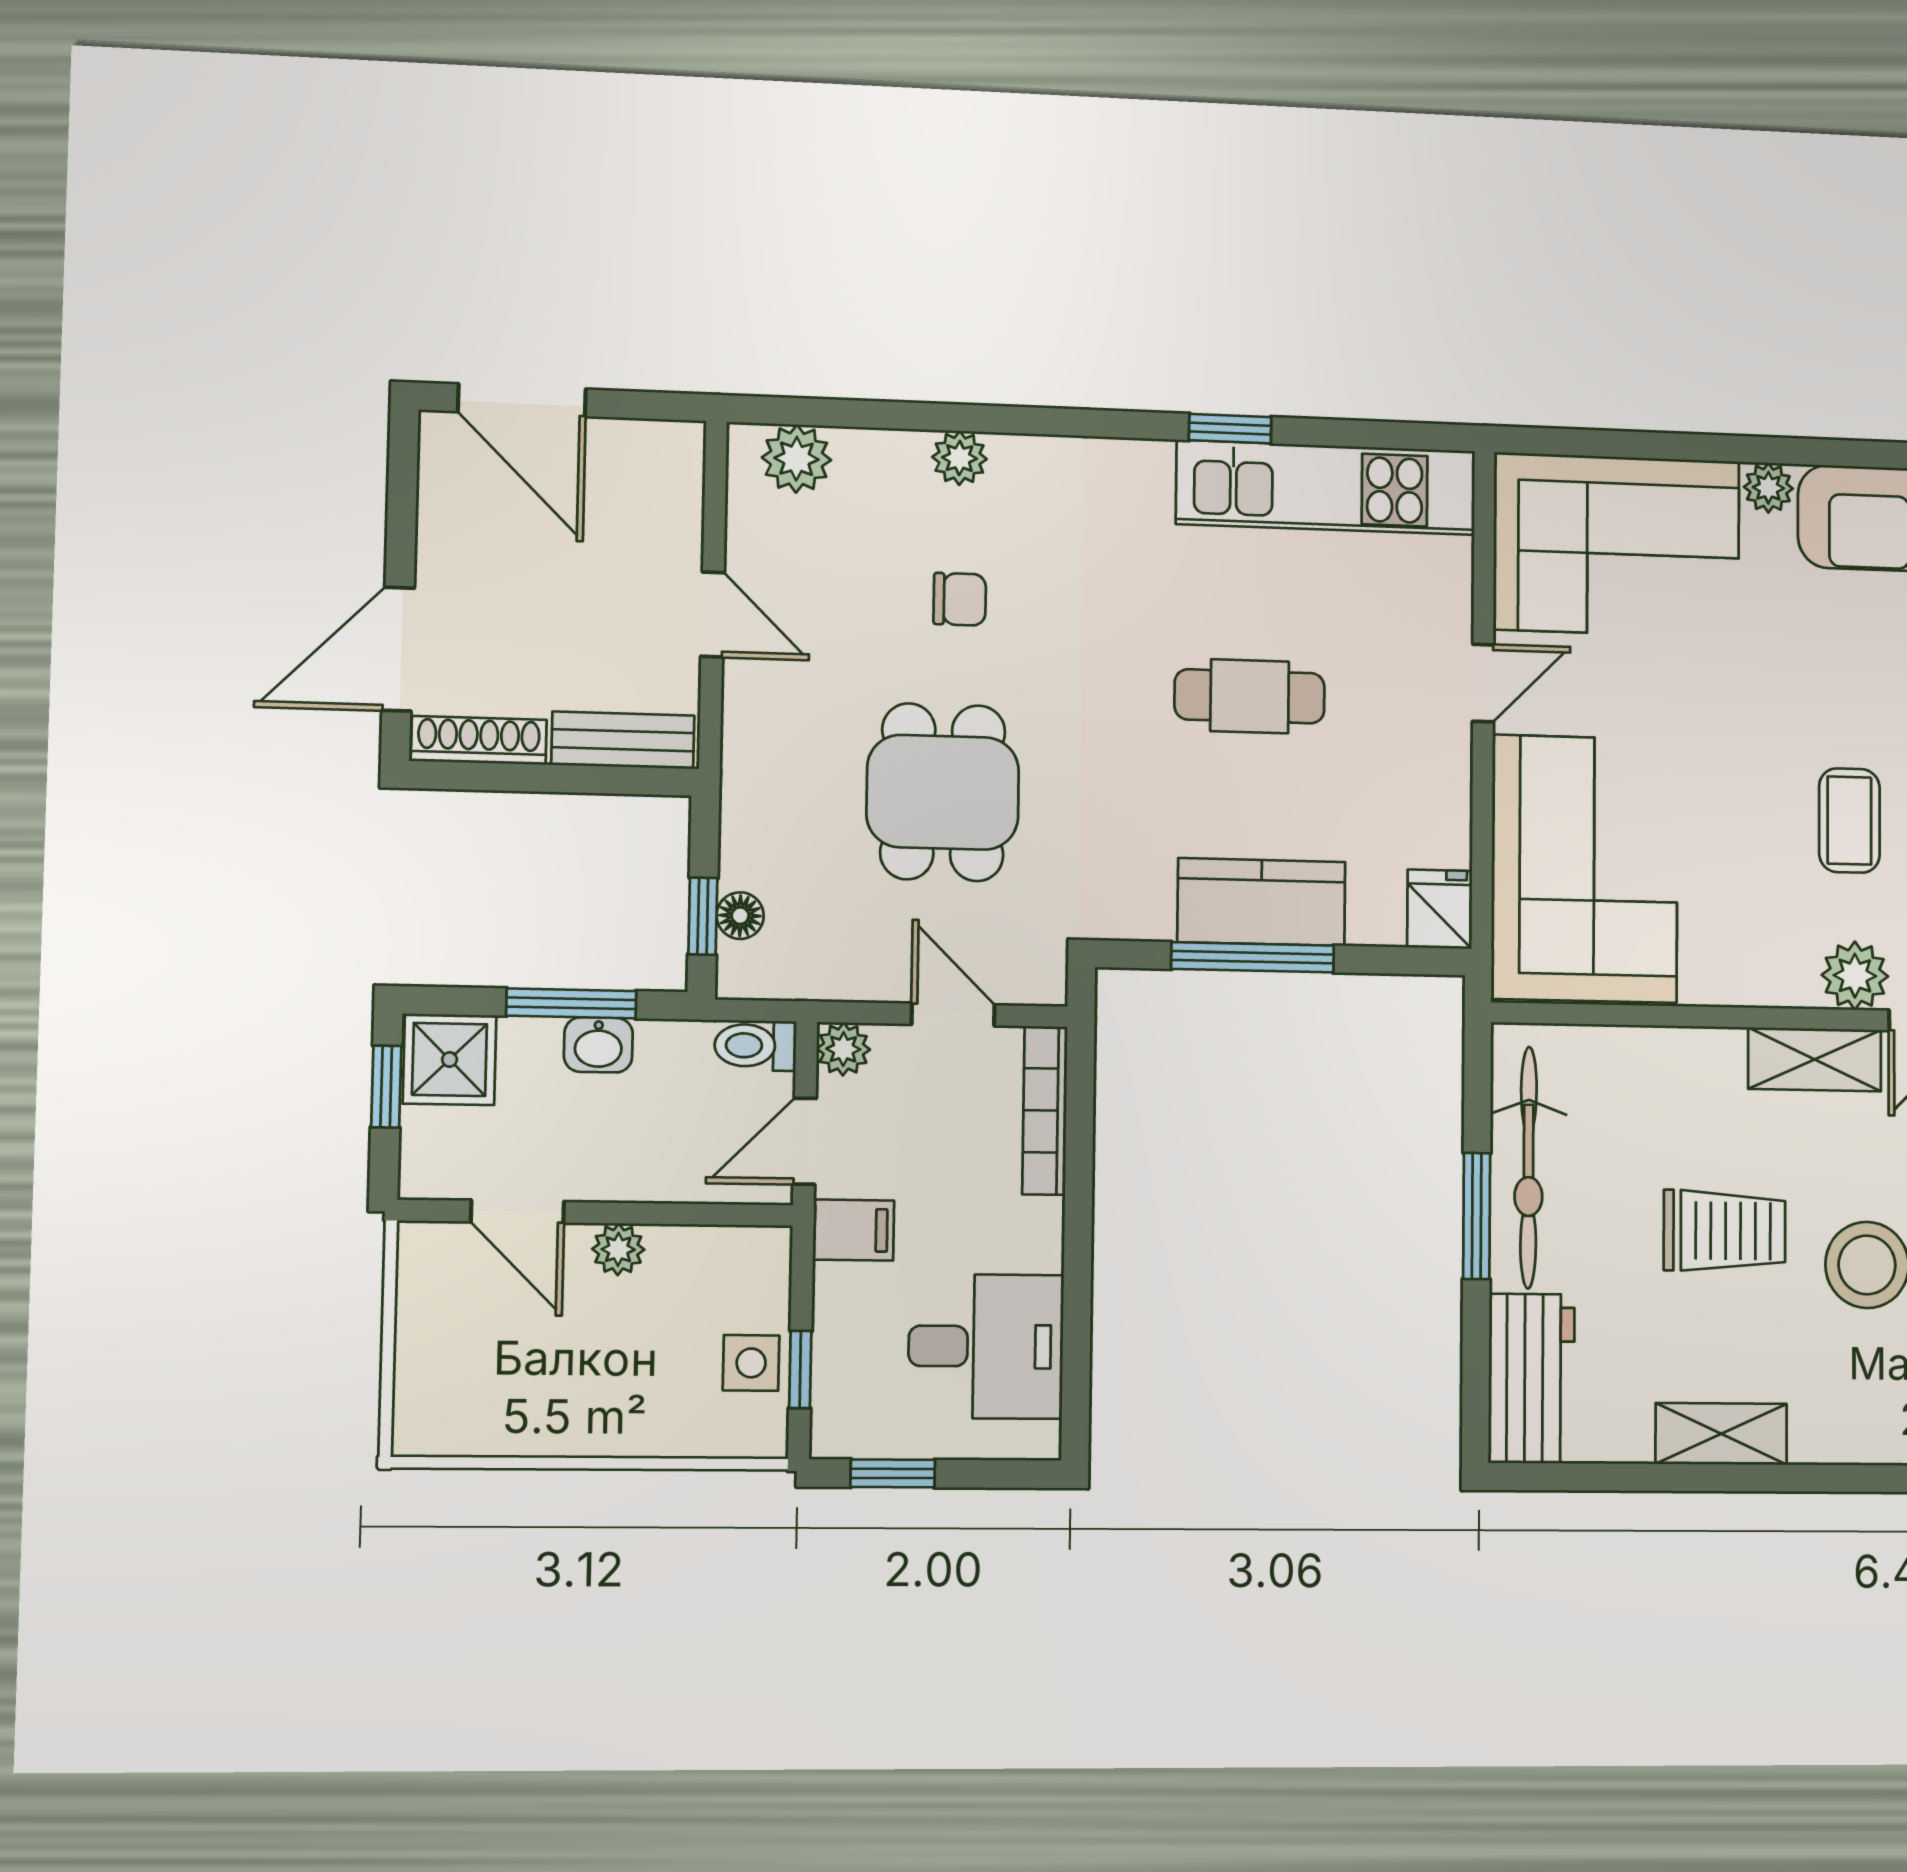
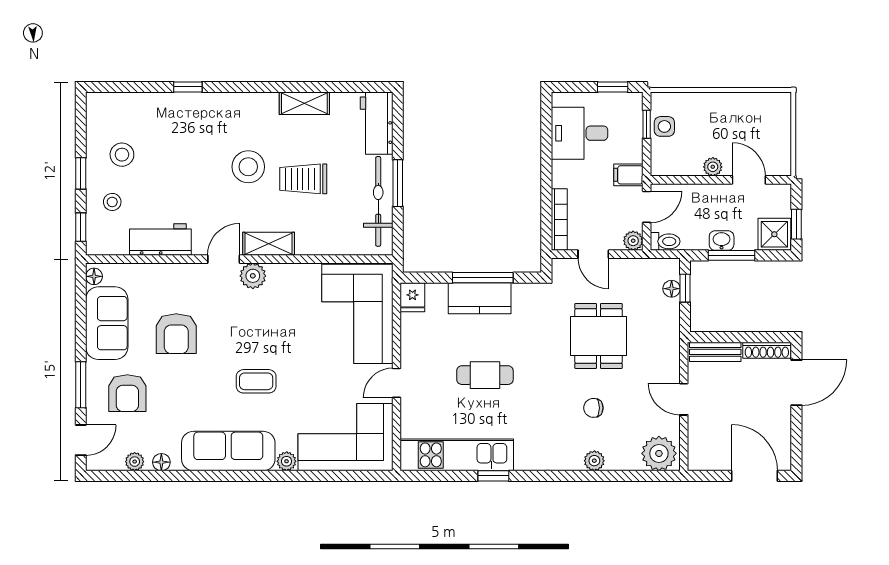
plant: (796, 459) -> (659, 453), width x1.36, depth x1.36
coffee table: (1849, 821) -> (256, 381), moved, turned 90

